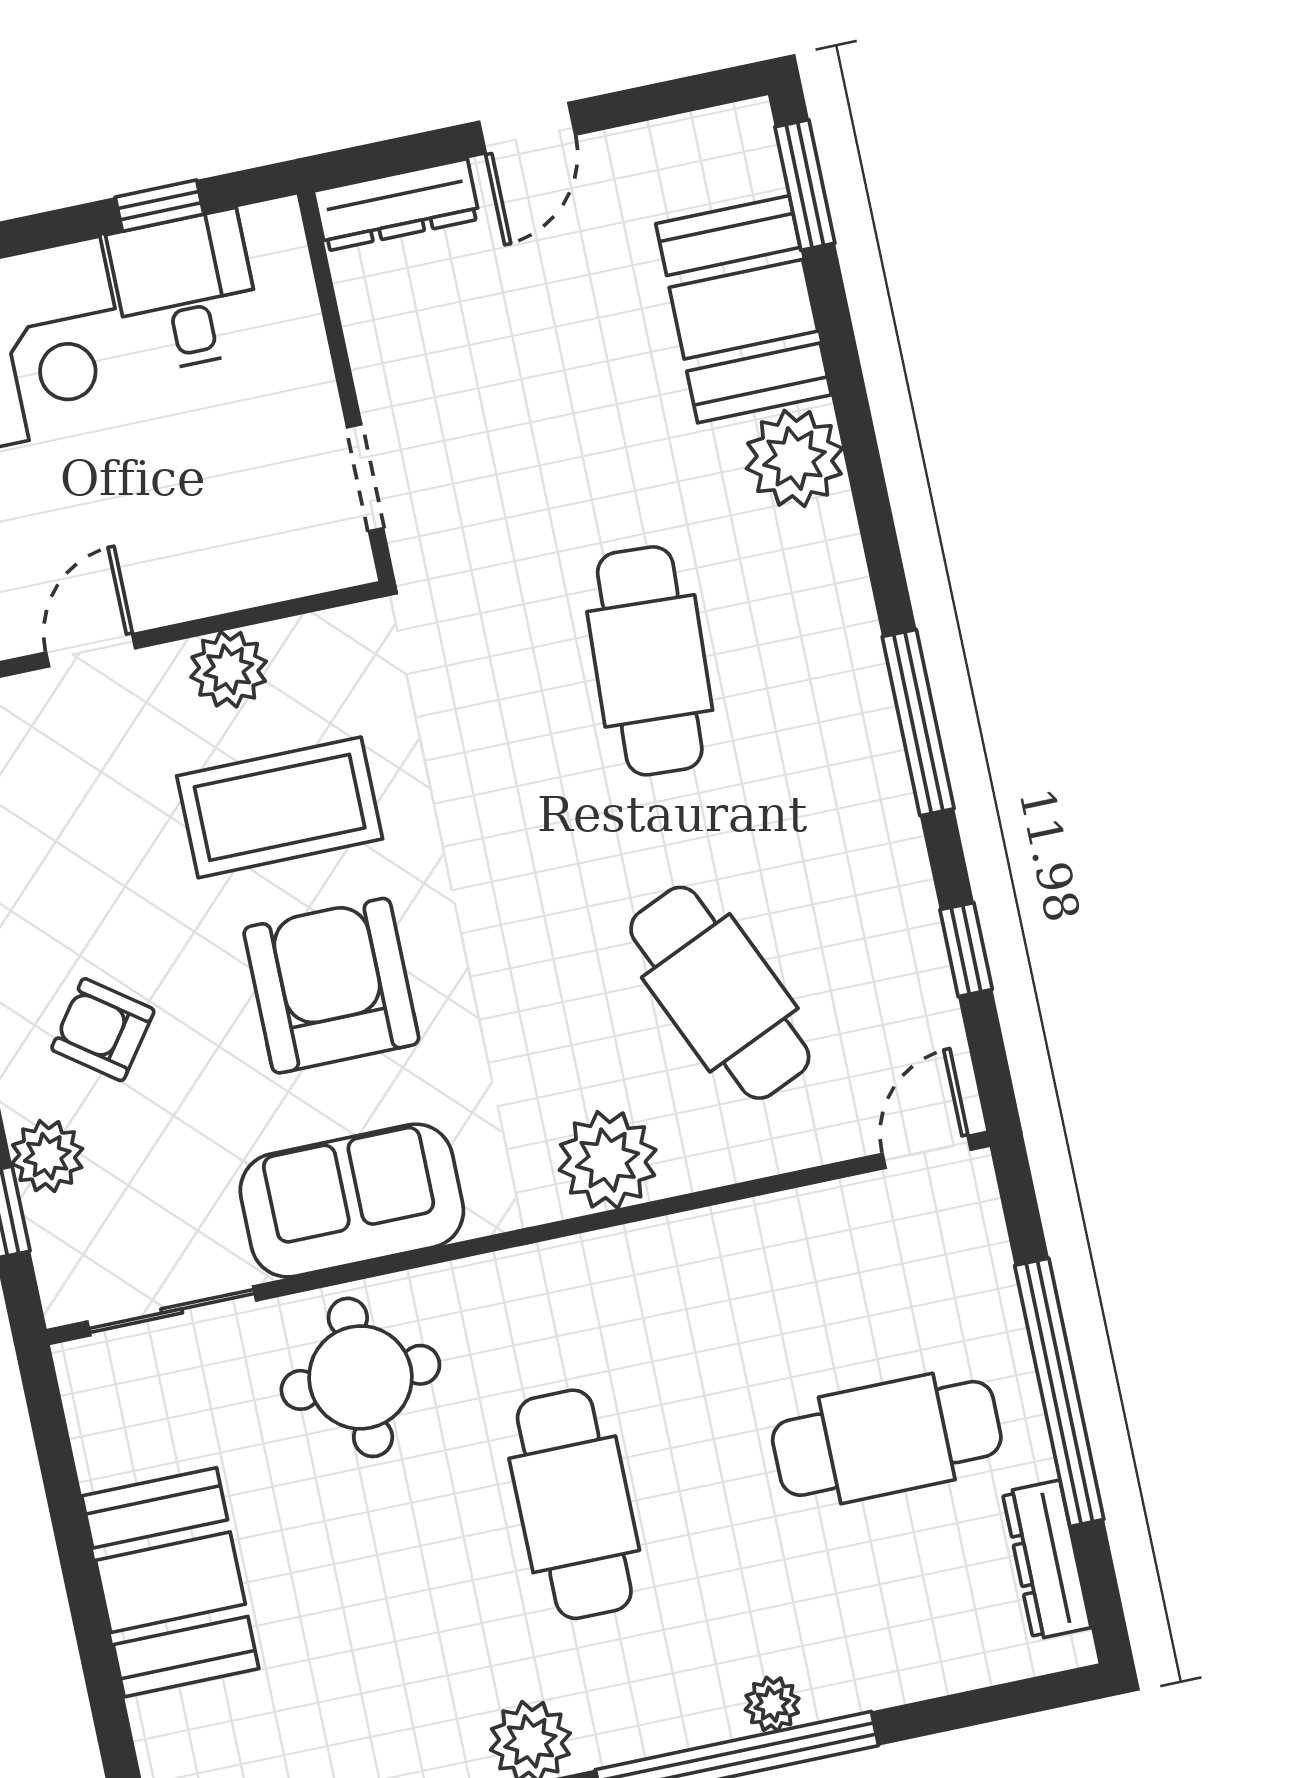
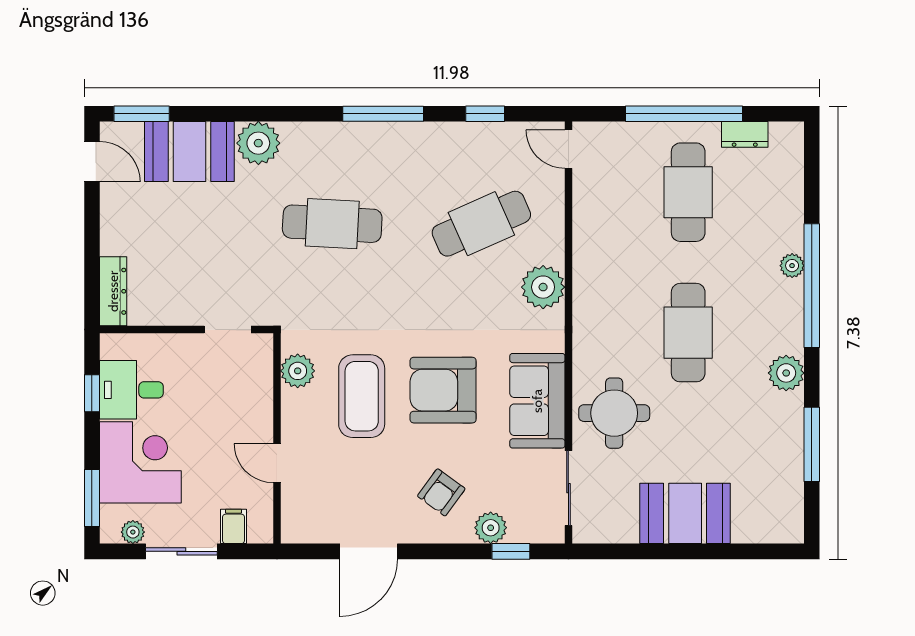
door: (527, 128) -> (92, 162), moved
plant: (229, 669) -> (298, 371), moved
cafe table: (574, 1504) -> (688, 333), turned 90
dresser: (1047, 1560) -> (745, 134), width x0.70

